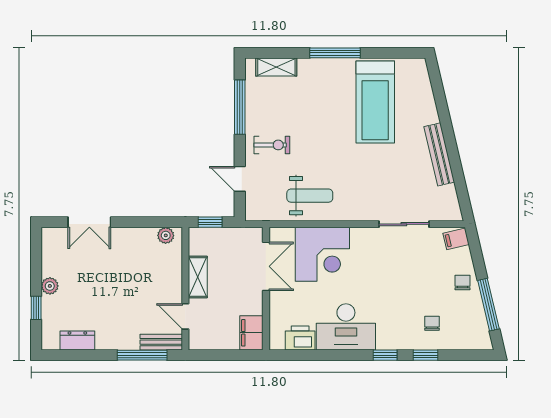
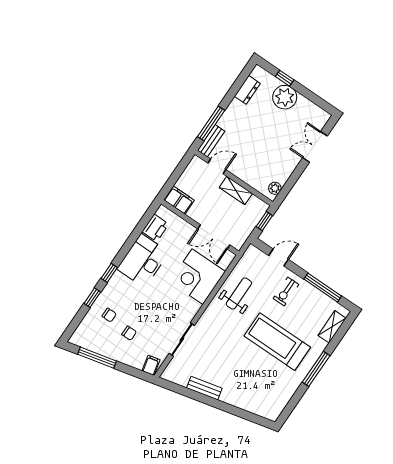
treadmill: (375, 102) -> (277, 342), moved
bench: (439, 154) -> (204, 388), width x0.73
weight bench: (310, 196) -> (239, 294), turned 180
chair: (463, 282) -> (129, 333), moved
plant: (50, 286) -> (285, 97), width x1.88, depth x1.88

